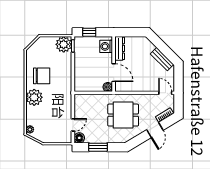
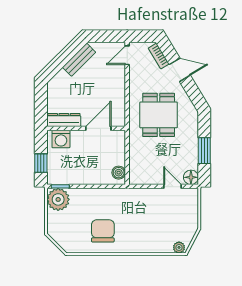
boiler: (108, 87) -> (119, 173), moved
plant: (34, 97) -> (133, 241), removed

